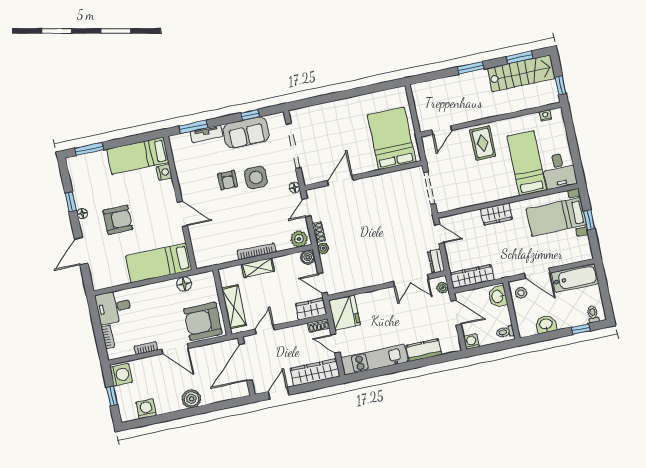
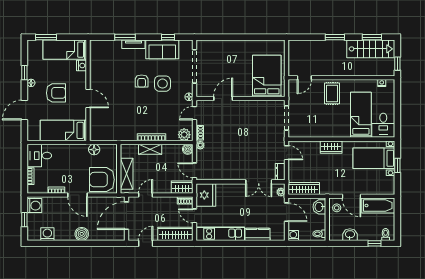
bed: (138, 156) -> (65, 50), moved
nightstand: (164, 172) -> (81, 66), moved
wall: (180, 203) -> (88, 90), moved
door: (182, 214) -> (88, 99), moved
bed: (159, 263) -> (63, 130), moved

